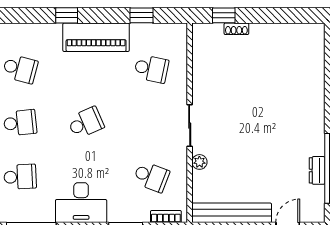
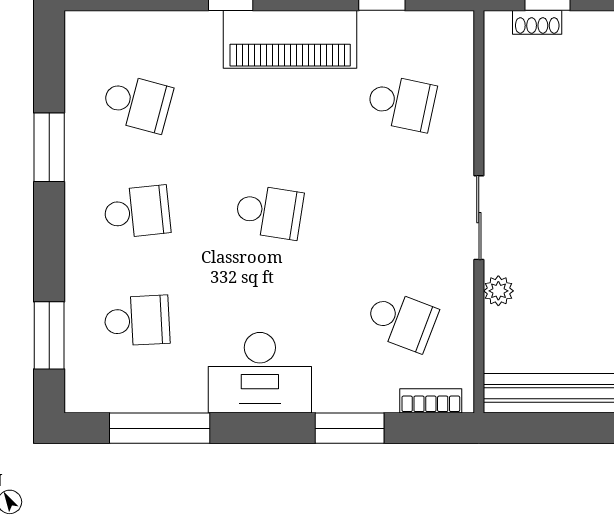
shoe rack: (236, 29) -> (537, 22), moved
school desk: (86, 123) -> (269, 212), turned 33

